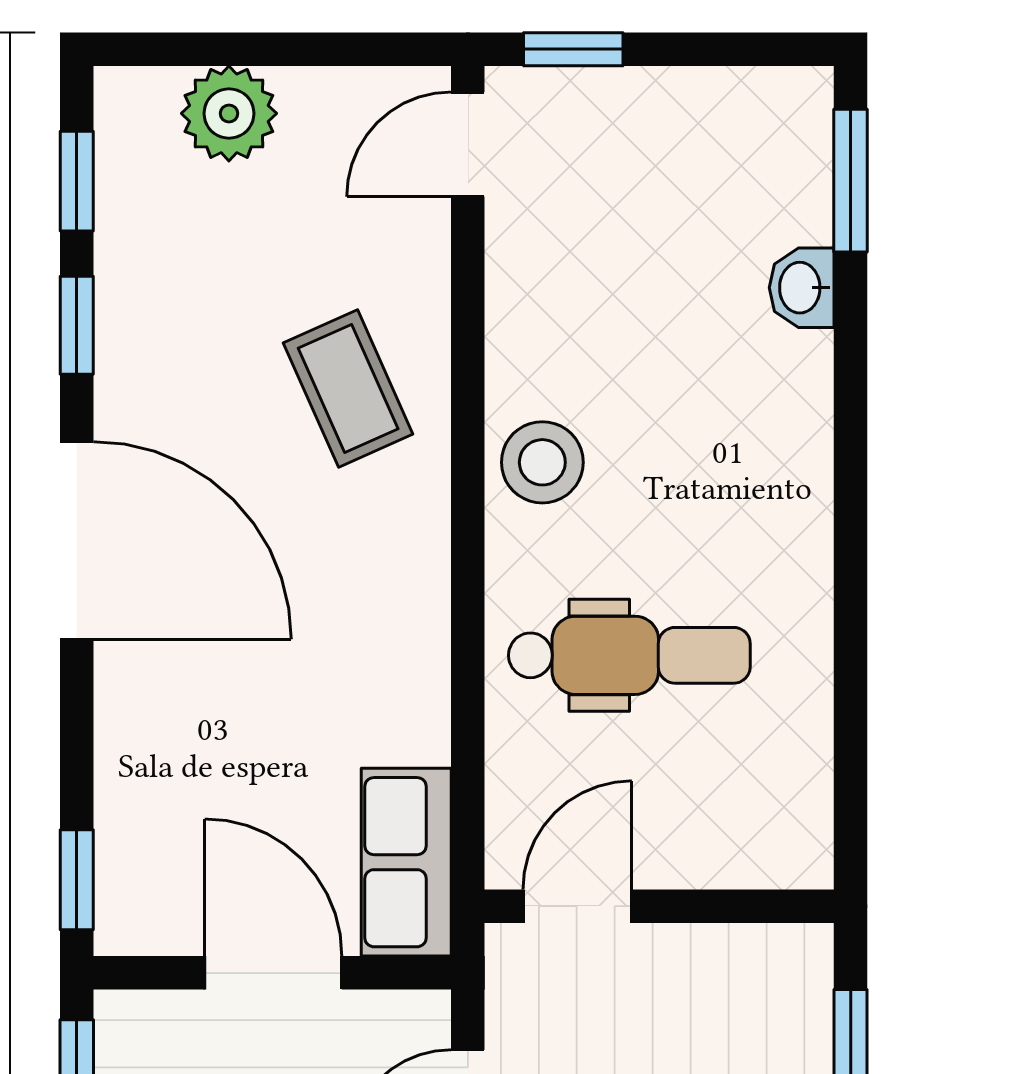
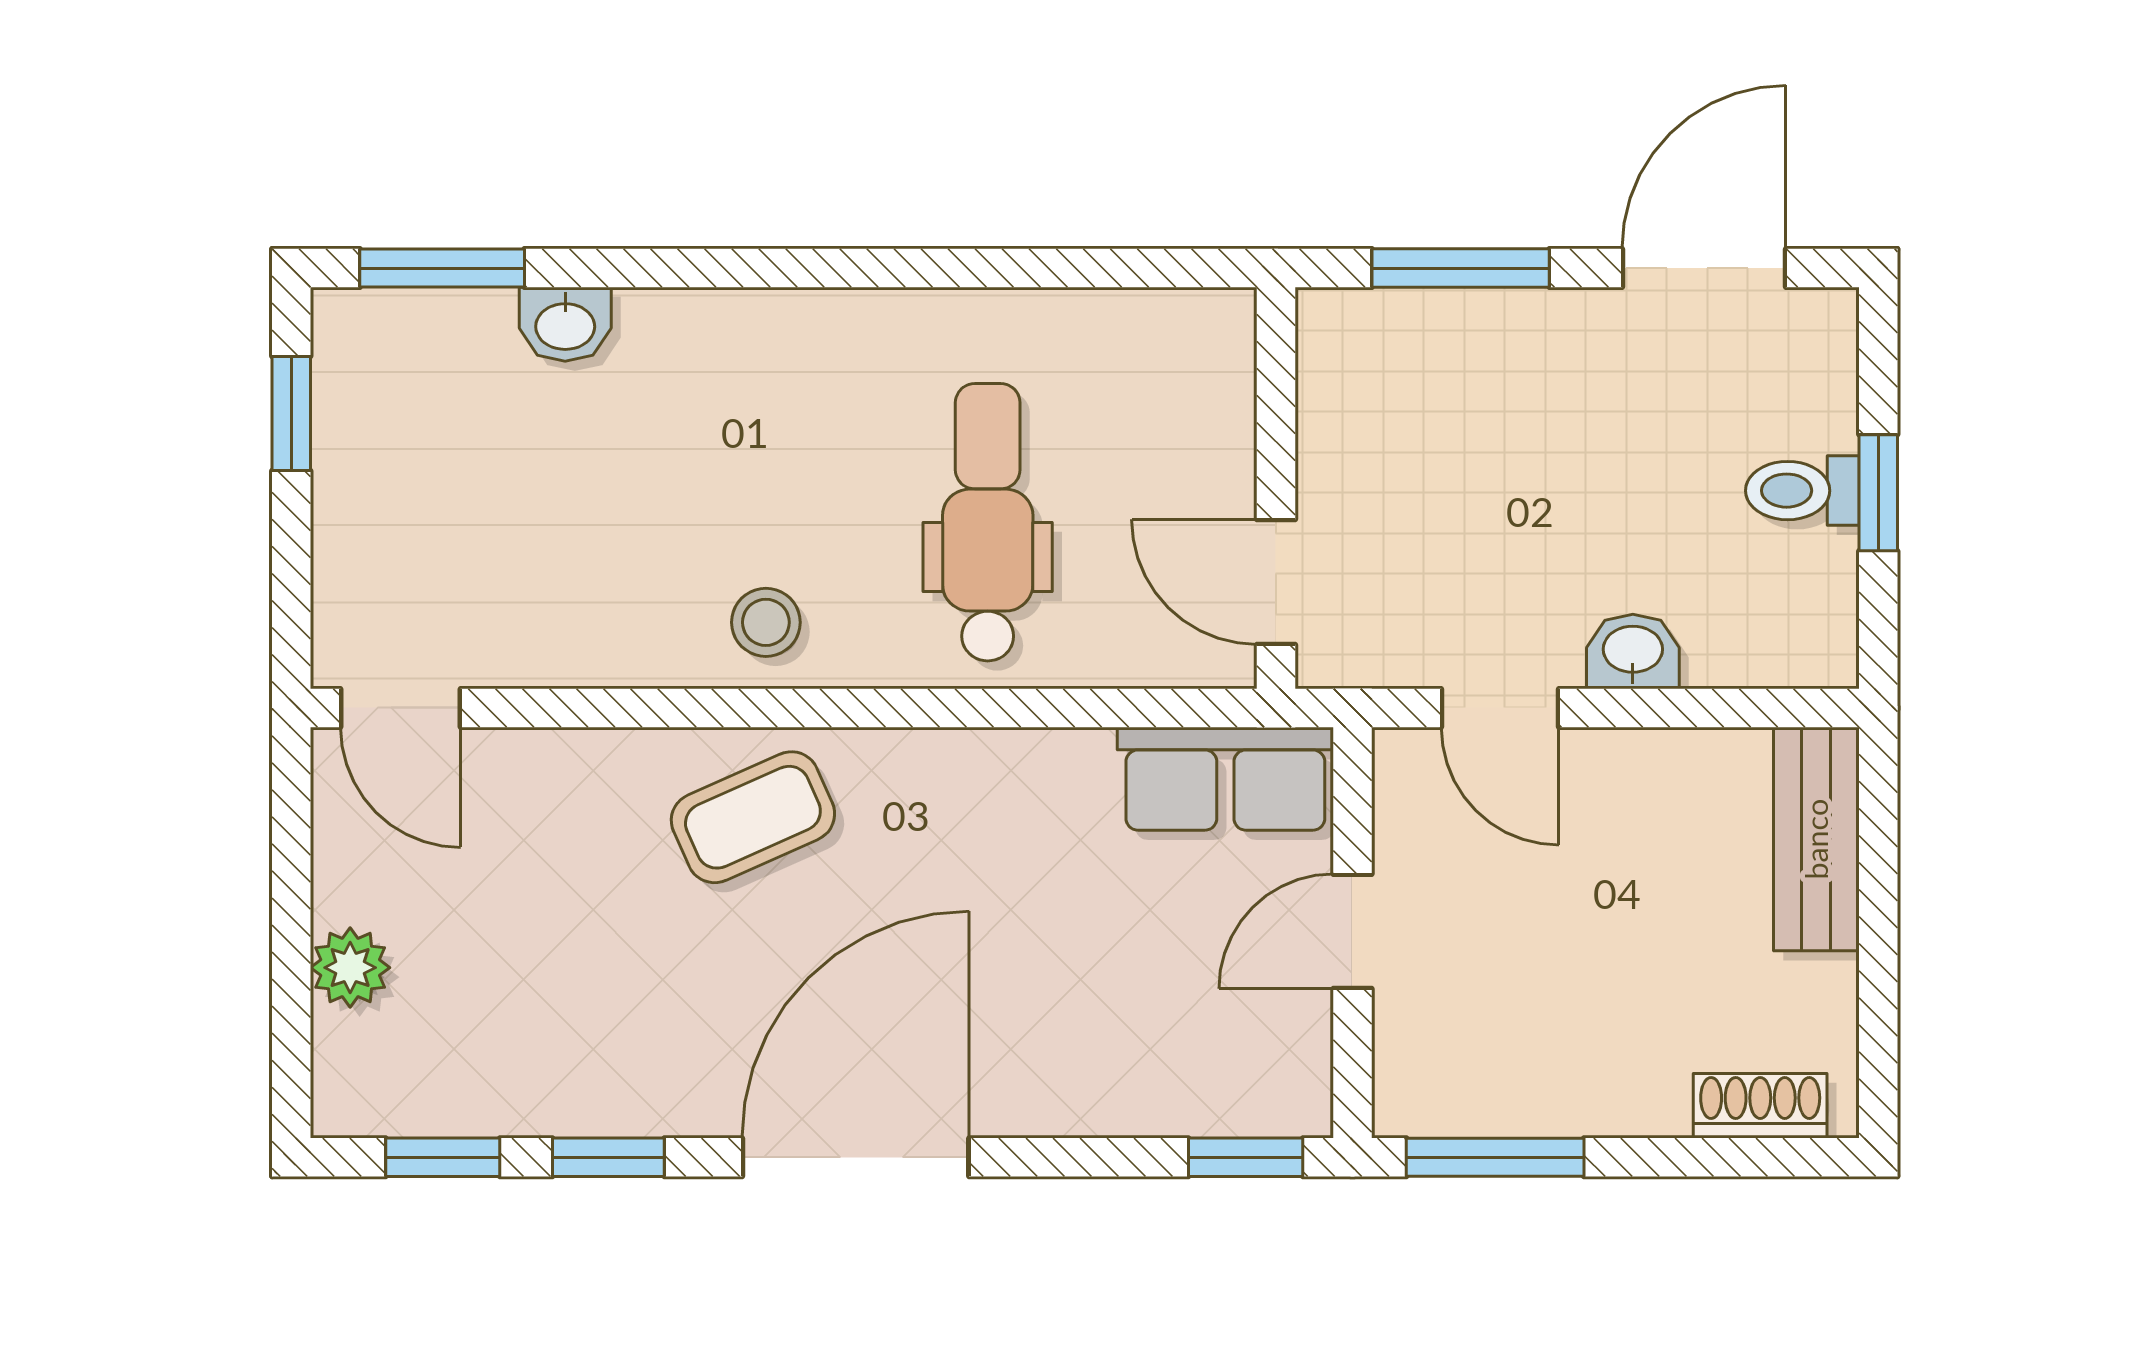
window: (573, 49) -> (291, 414), moved
plant: (229, 113) -> (350, 968), width x0.73, depth x0.73
coffee table: (348, 388) -> (753, 817), moved
stool: (542, 462) -> (766, 622), width x0.73, depth x0.73
door: (273, 973) -> (1352, 931), width x0.73

